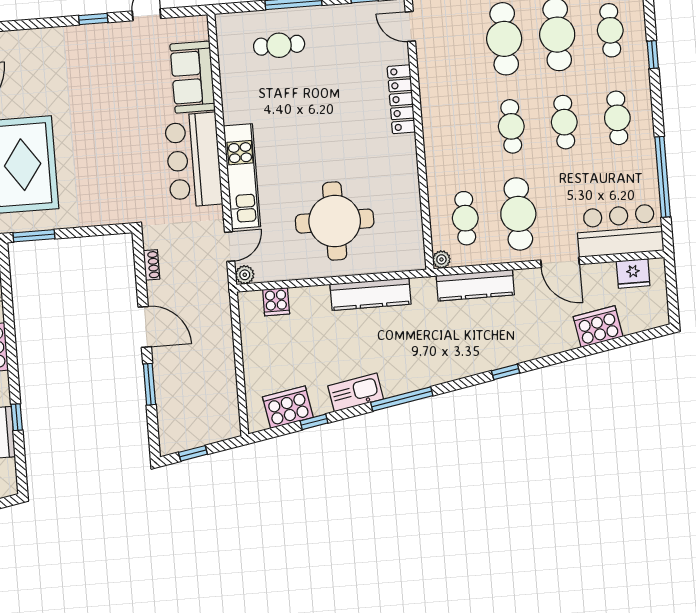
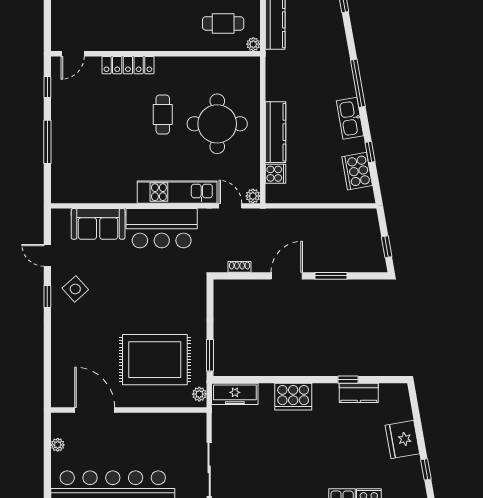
cafe table: (279, 45) -> (163, 115), moved
side table: (106, 54) -> (75, 289), added
kitchen counter: (370, 294) -> (276, 132), moved

